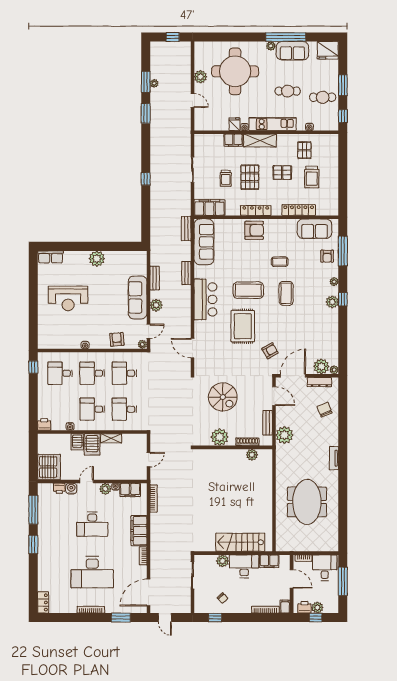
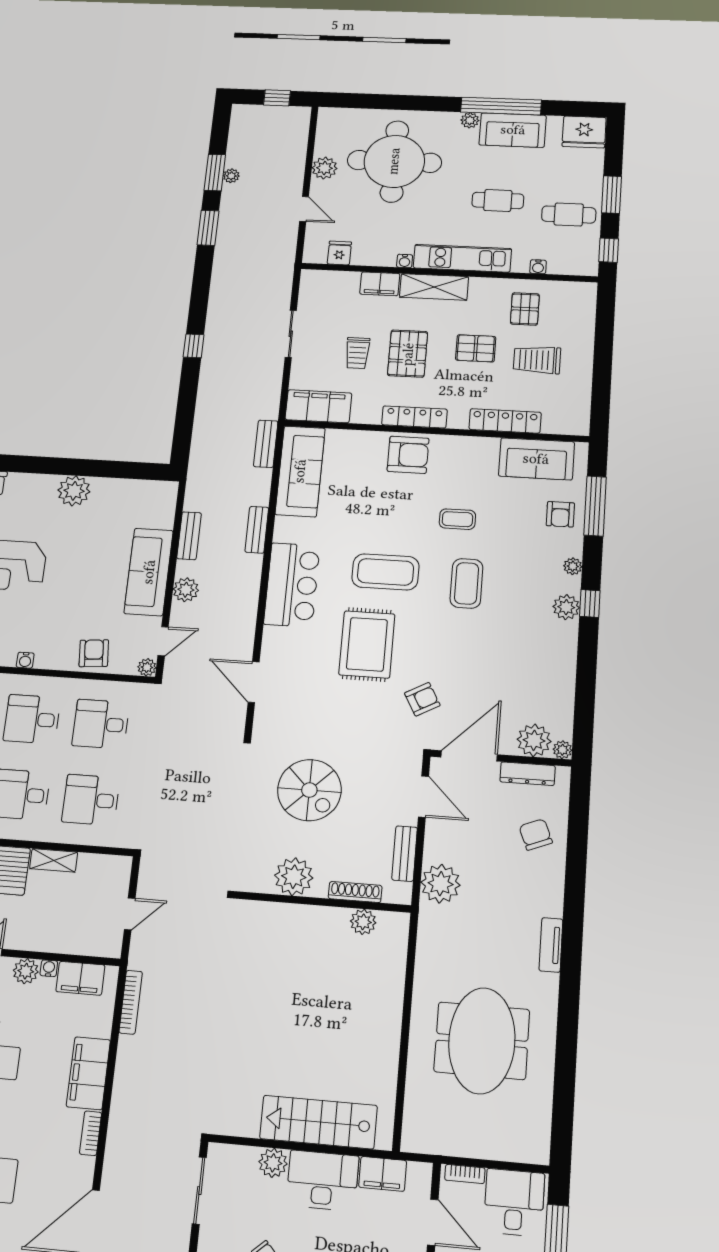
fridge: (235, 124) -> (339, 253), moved
trolley: (312, 177) -> (537, 360), turned 90

